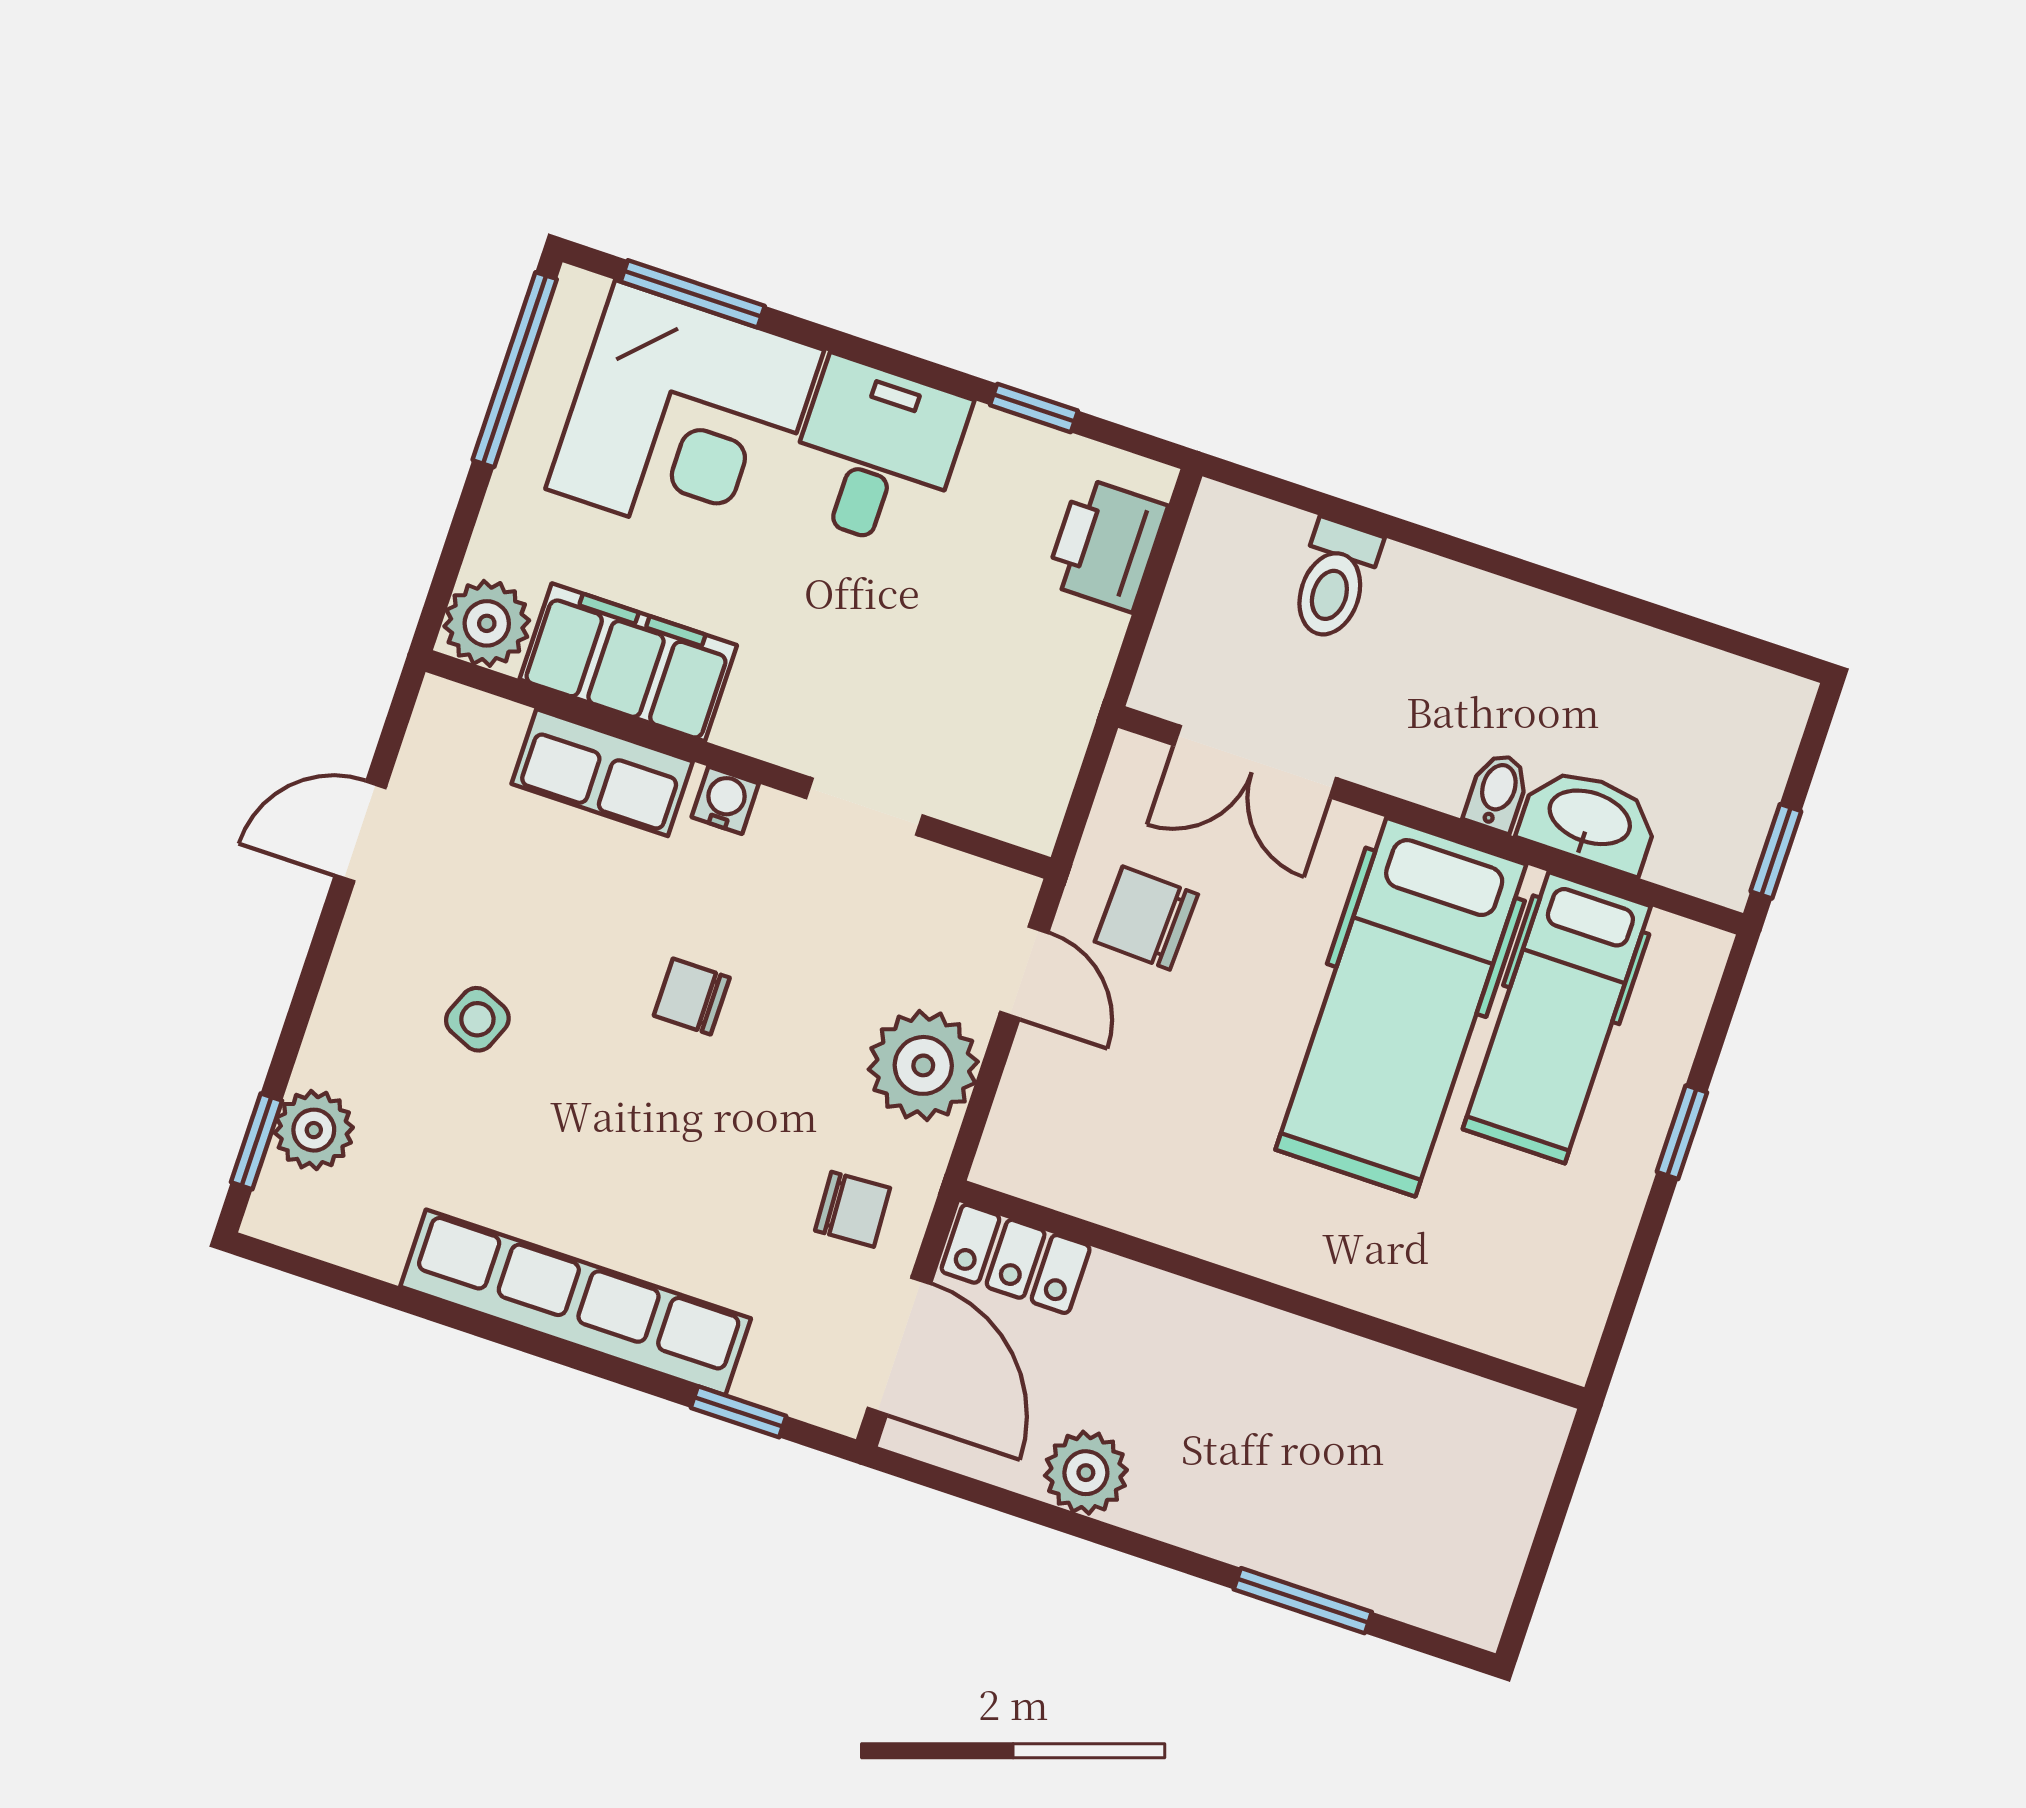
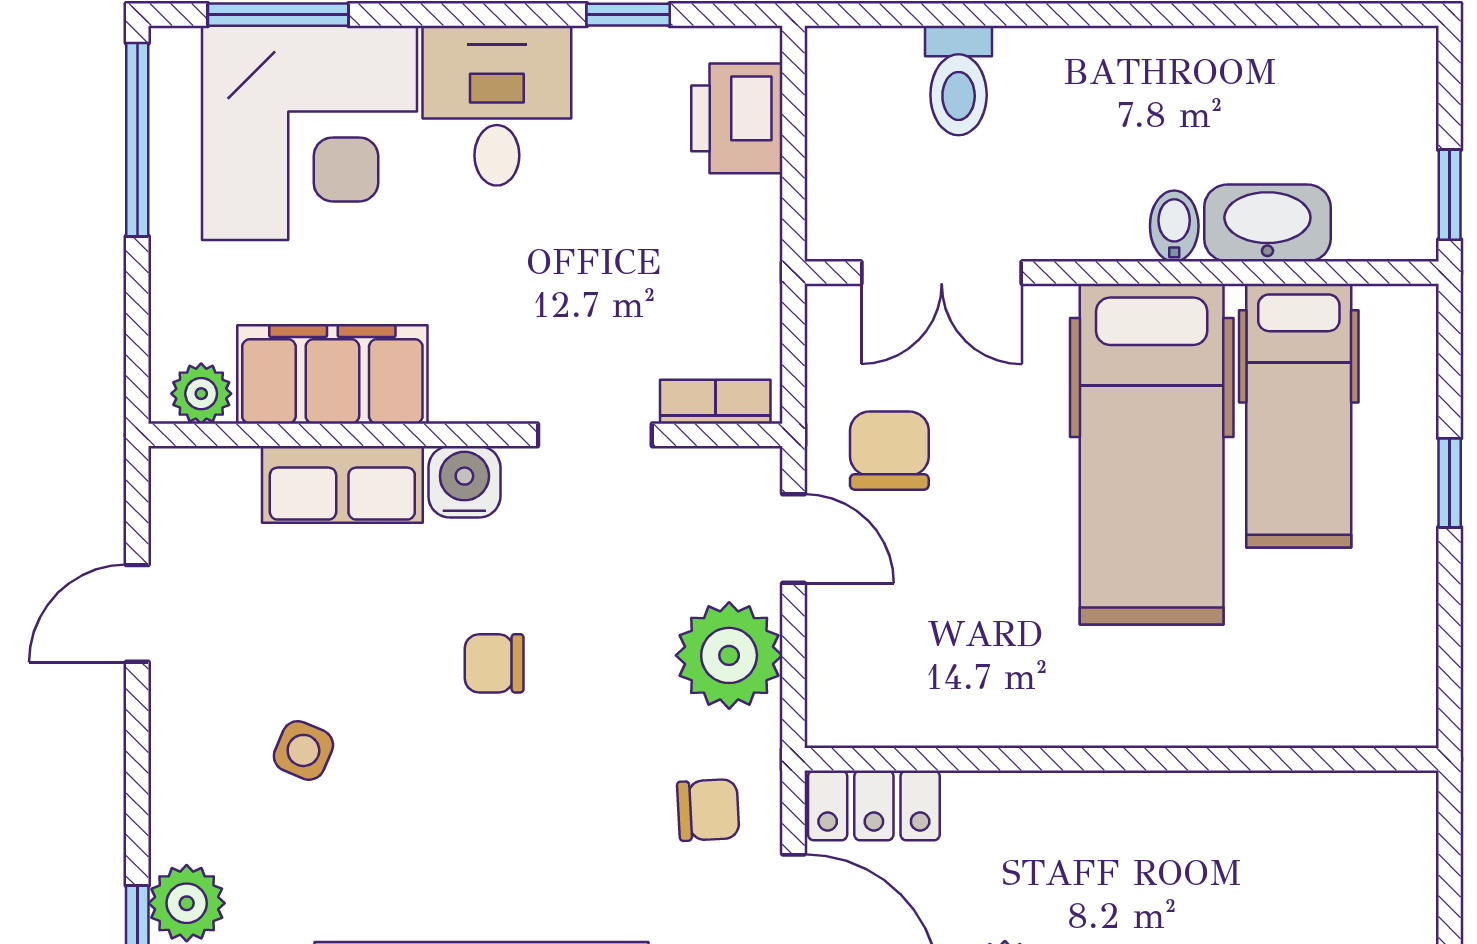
plant: (487, 623) -> (201, 394), width x0.73, depth x0.73
water cooler: (725, 800) -> (464, 482), width x1.38, depth x1.38
bookcase: (993, 814) -> (715, 402), added
chair: (1146, 918) -> (889, 451), turned 88

